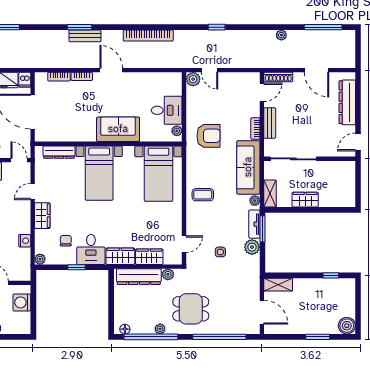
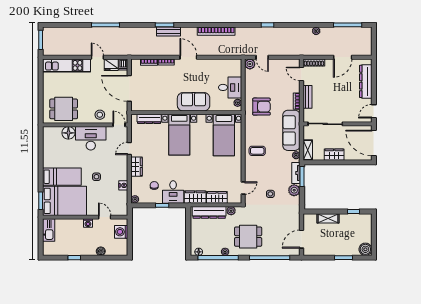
door: (317, 70) -> (343, 57), hinge flipped
door: (262, 92) -> (302, 74), swing flipped
door: (358, 184) -> (374, 143), added
shelving: (278, 285) -> (328, 218), moved
door: (262, 312) -> (302, 239), swing flipped

